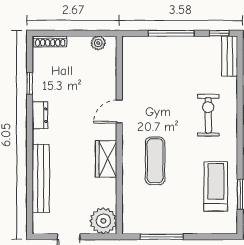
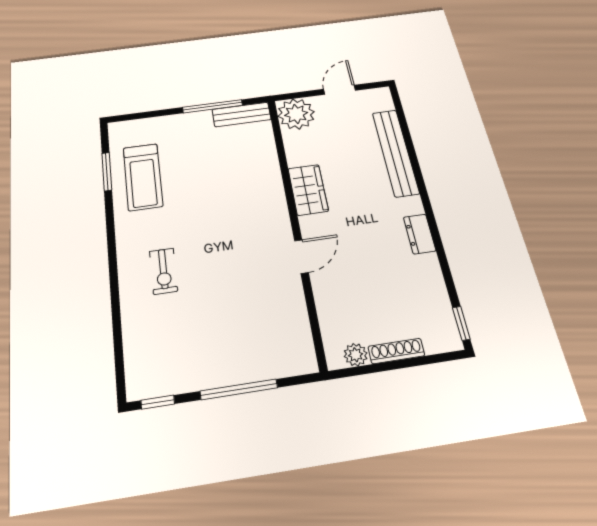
shoe rack: (50, 41) -> (396, 351), moved
bench: (230, 56) -> (242, 114), moved, turned 90
window: (30, 83) -> (461, 323), moved
exercise bike: (208, 115) -> (163, 271), width x0.73, depth x0.72
exercise mat: (155, 161) -> (236, 197), removed

